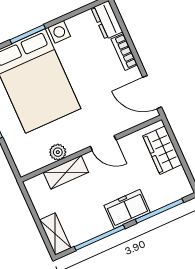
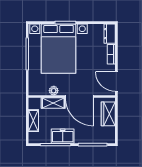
door: (103, 143) -> (79, 97), width x1.87
freezer: (127, 209) -> (63, 136), moved
shelving: (55, 234) -> (33, 121), moved

